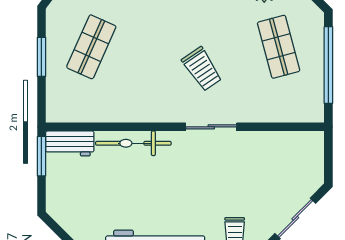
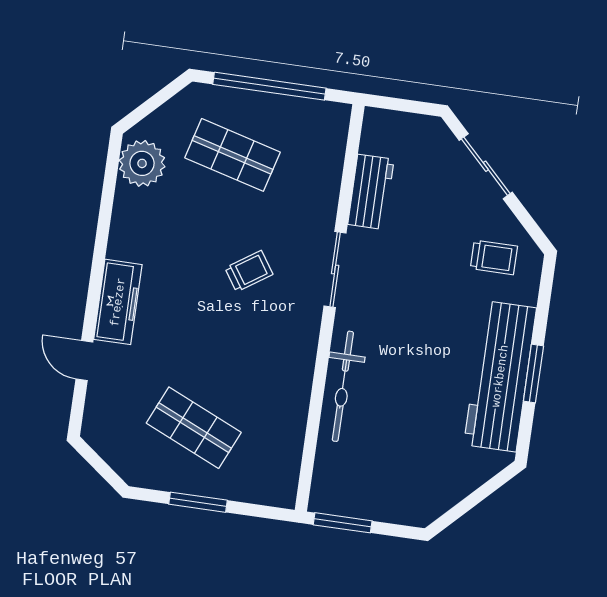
shop shelf: (279, 47) -> (233, 155), turned 30
trolley: (202, 69) -> (249, 271), width x0.73, depth x0.72
workbench: (70, 143) -> (371, 192), moved

